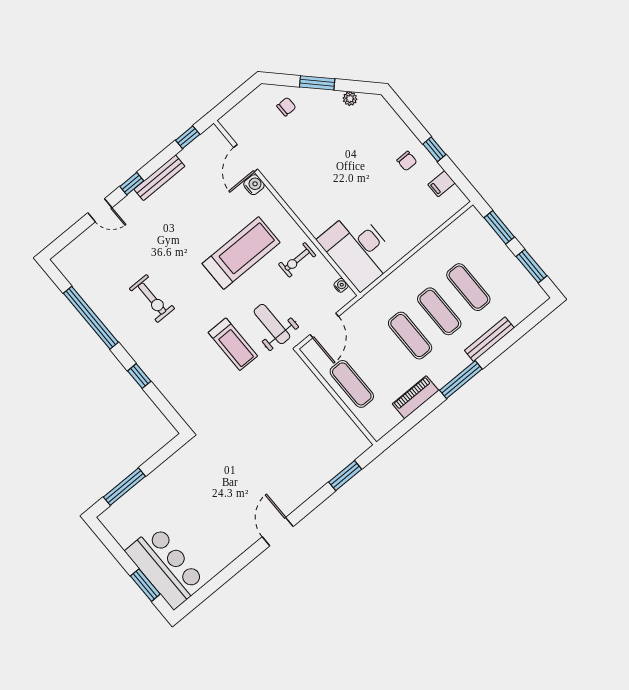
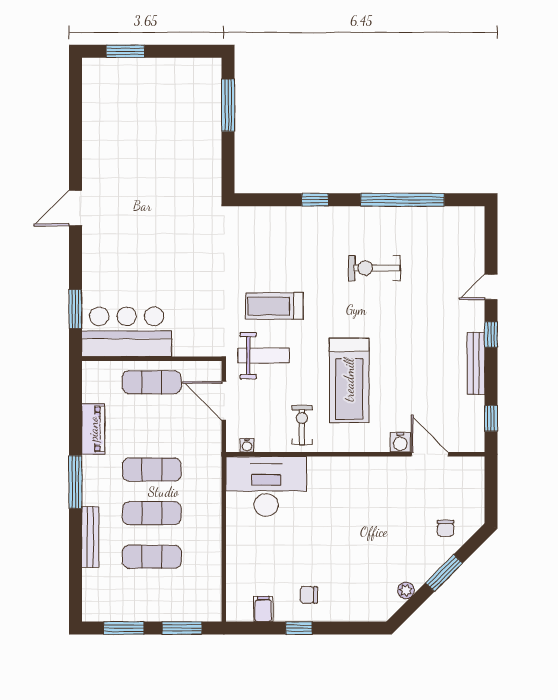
door: (278, 532) -> (75, 208), swing flipped
bar counter: (166, 567) -> (127, 332), moved, turned 180

